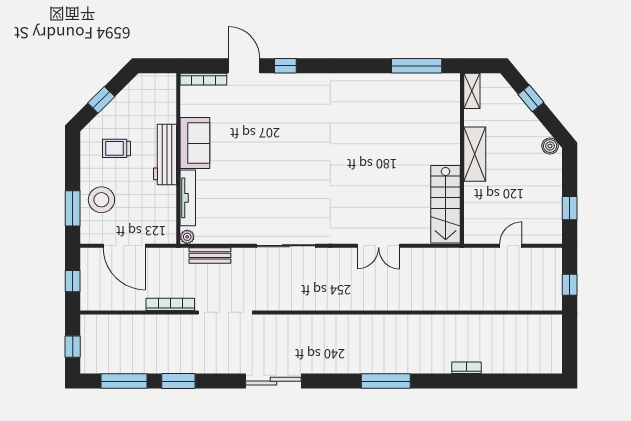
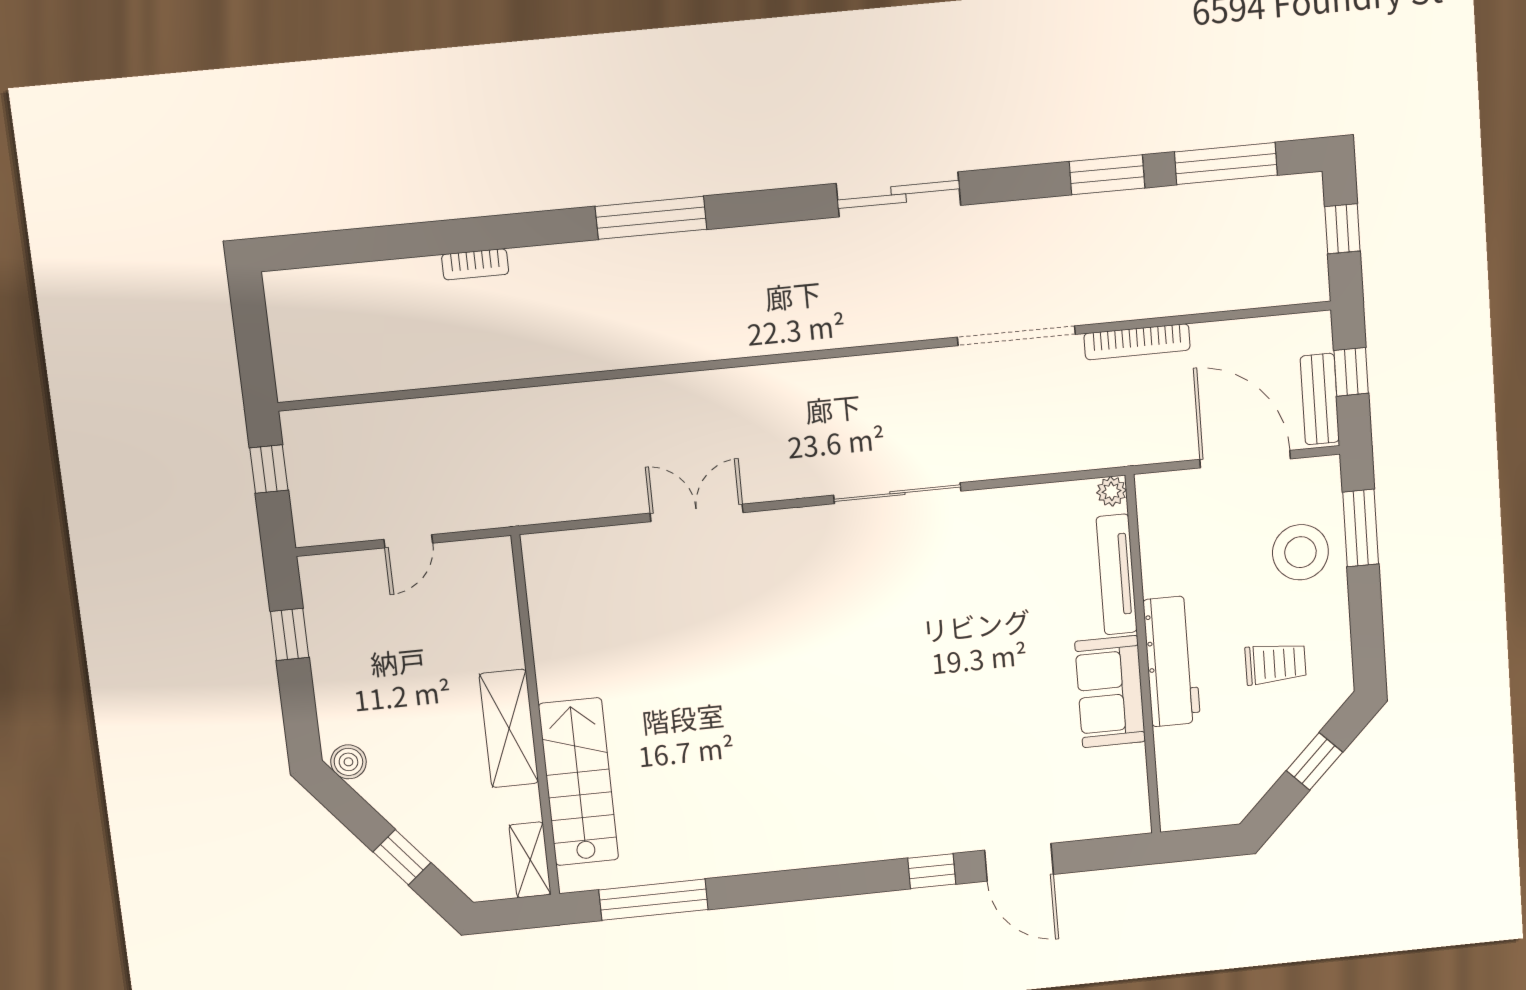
bookcase: (203, 79) -> (1102, 826), removed
stairs: (446, 204) -> (579, 782), moved
bench: (210, 255) -> (1320, 399), moved, turned 90

